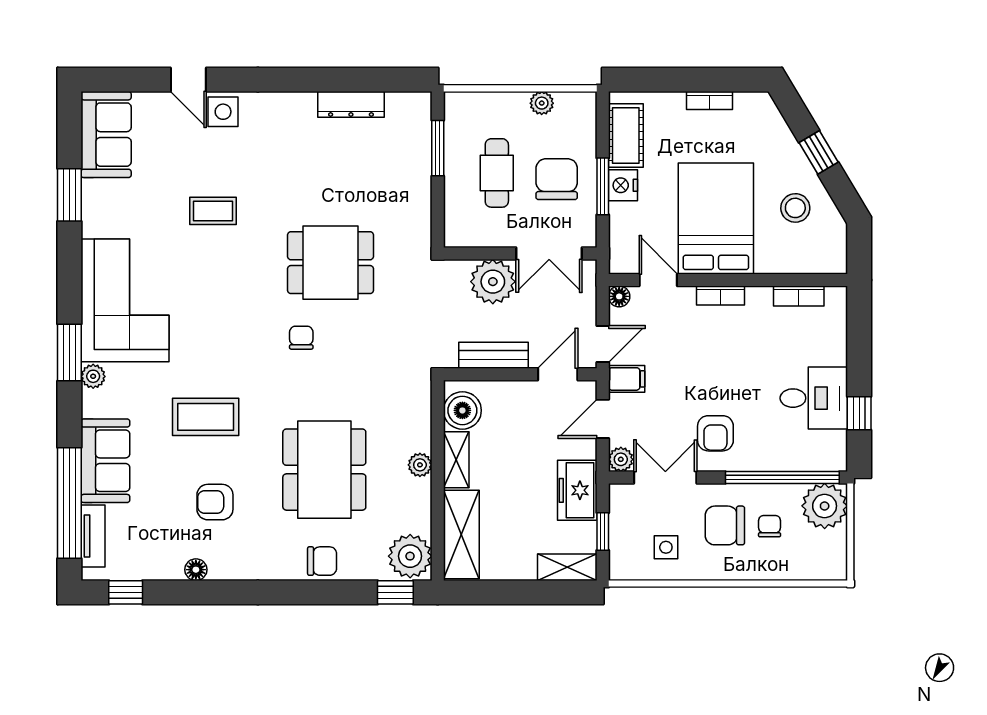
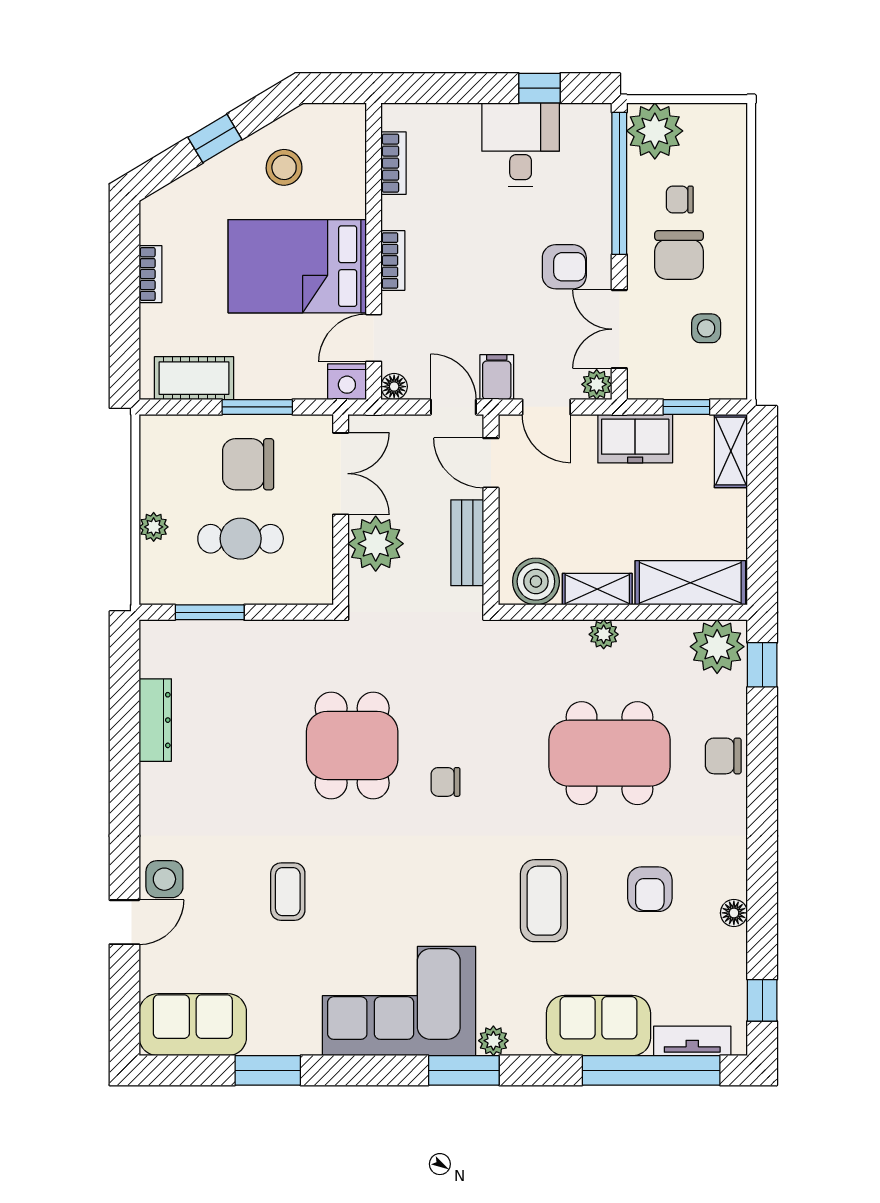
plant: (542, 103) -> (154, 527), moved
nightstand: (623, 185) -> (347, 382), moved
chair: (322, 561) -> (723, 756), turned -90

